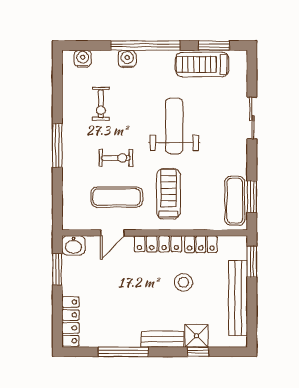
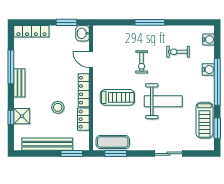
treadmill: (202, 65) -> (204, 120), turned 180
exercise mat: (117, 197) -> (115, 63), removed
bench: (162, 339) -> (19, 83), moved

